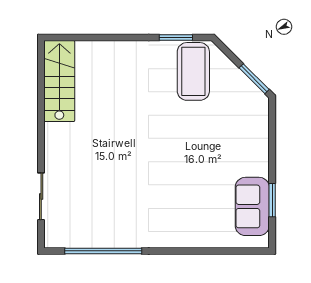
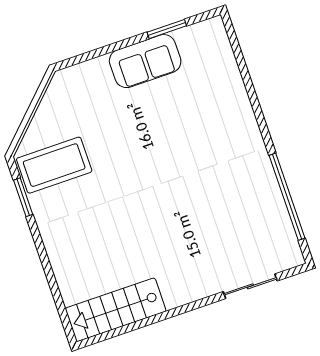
window: (254, 79) -> (39, 95), removed
sofa: (252, 206) -> (145, 61), moved

